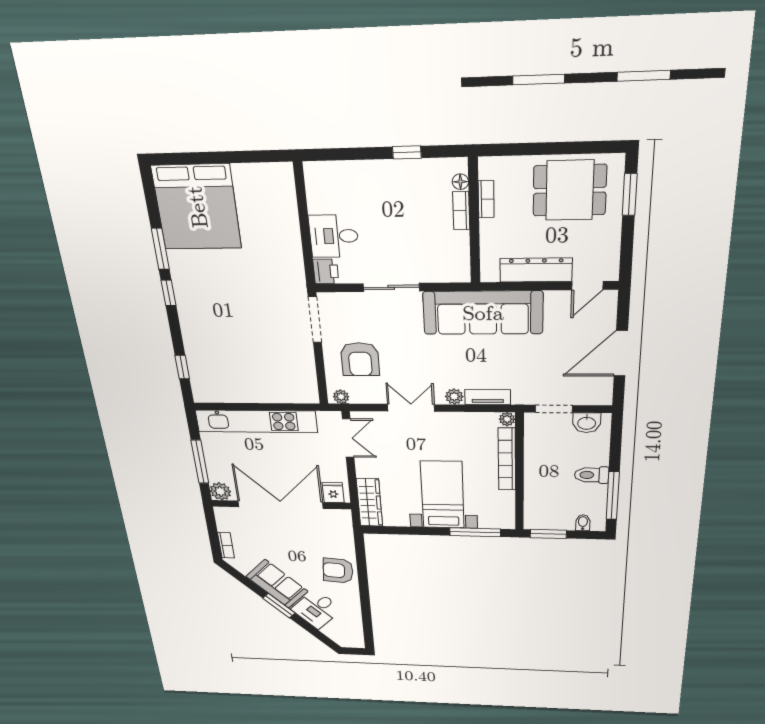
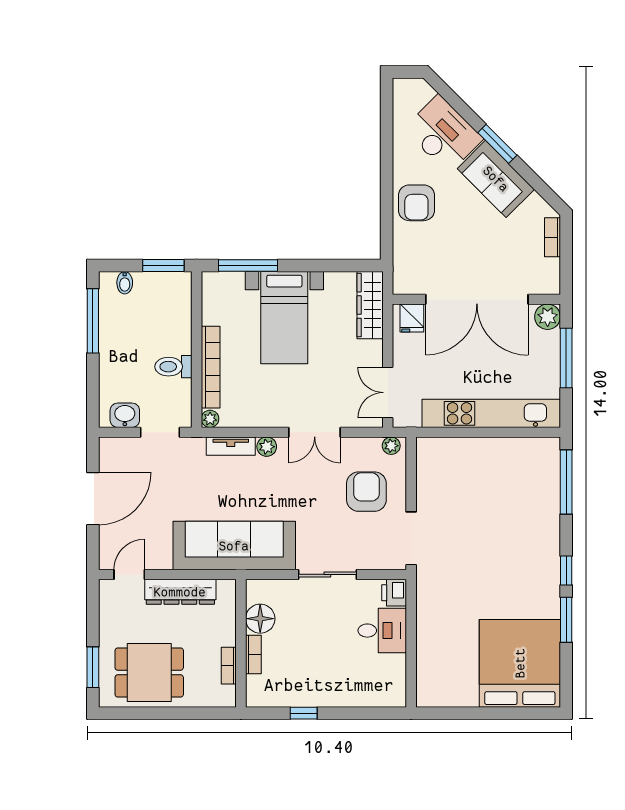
floor lamp: (460, 182) -> (260, 619), moved, width x1.89, depth x1.89
window: (182, 367) -> (566, 482), width x2.17
toilet: (592, 475) -> (173, 367), moved, turned 180
armchair: (338, 571) -> (416, 203), turned 85
desk: (317, 609) -> (443, 134), width x1.37

